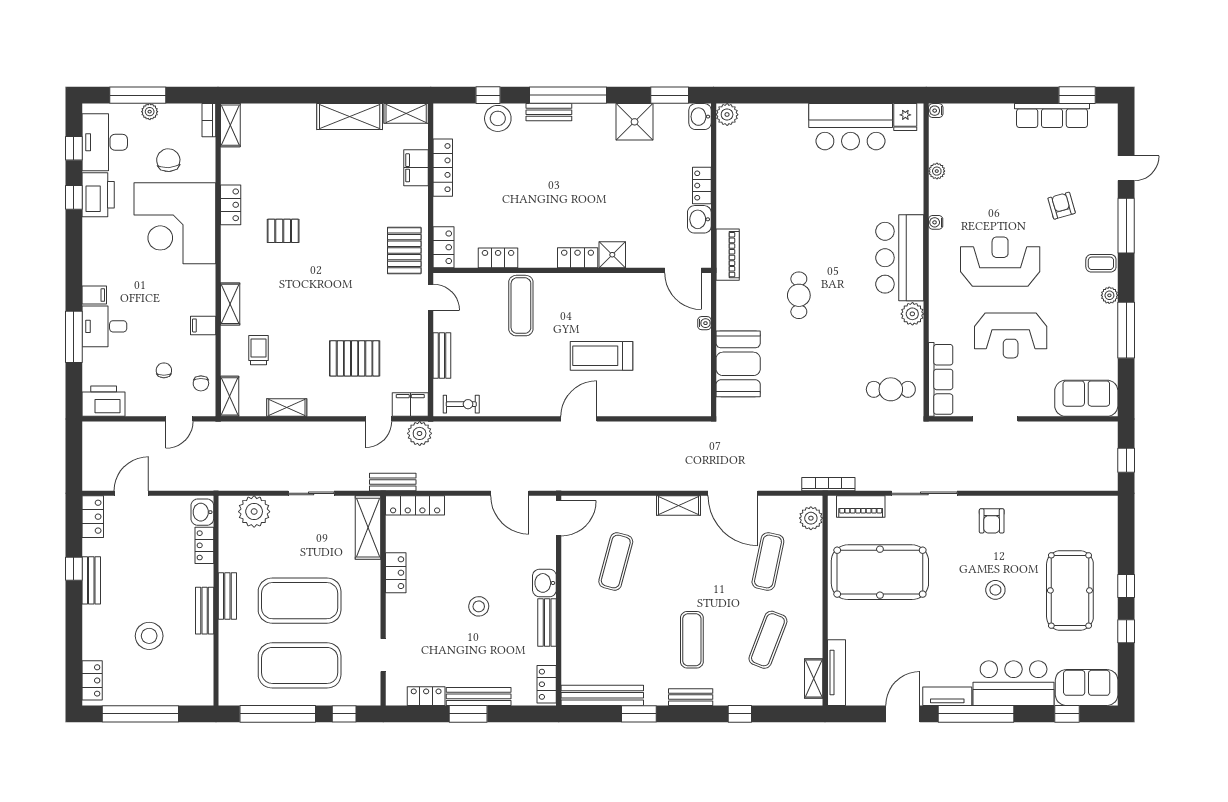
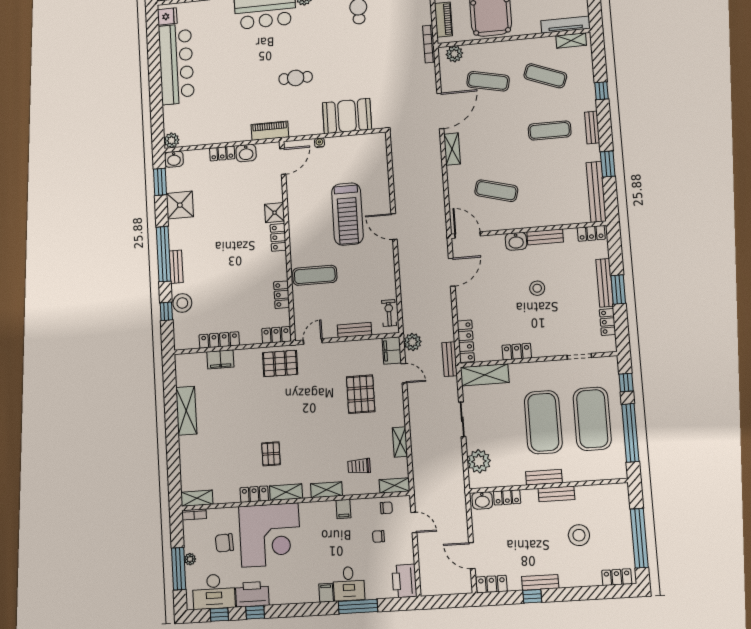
shelving: (406, 113) -> (286, 492), moved, turned 90
bar counter: (851, 127) -> (176, 64), width x1.36
treadmill: (601, 356) -> (347, 214), width x1.37, depth x1.38

